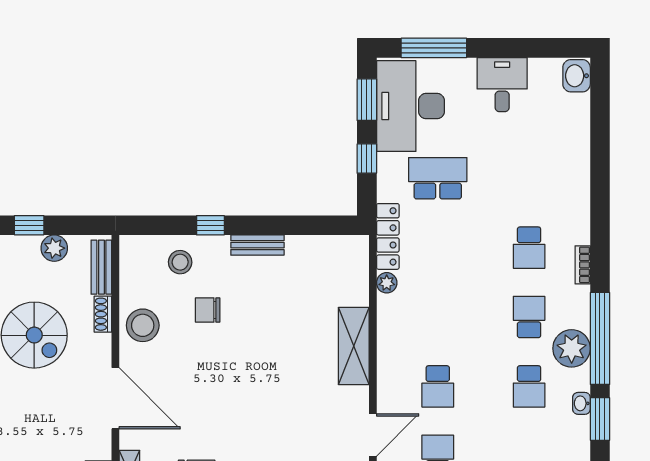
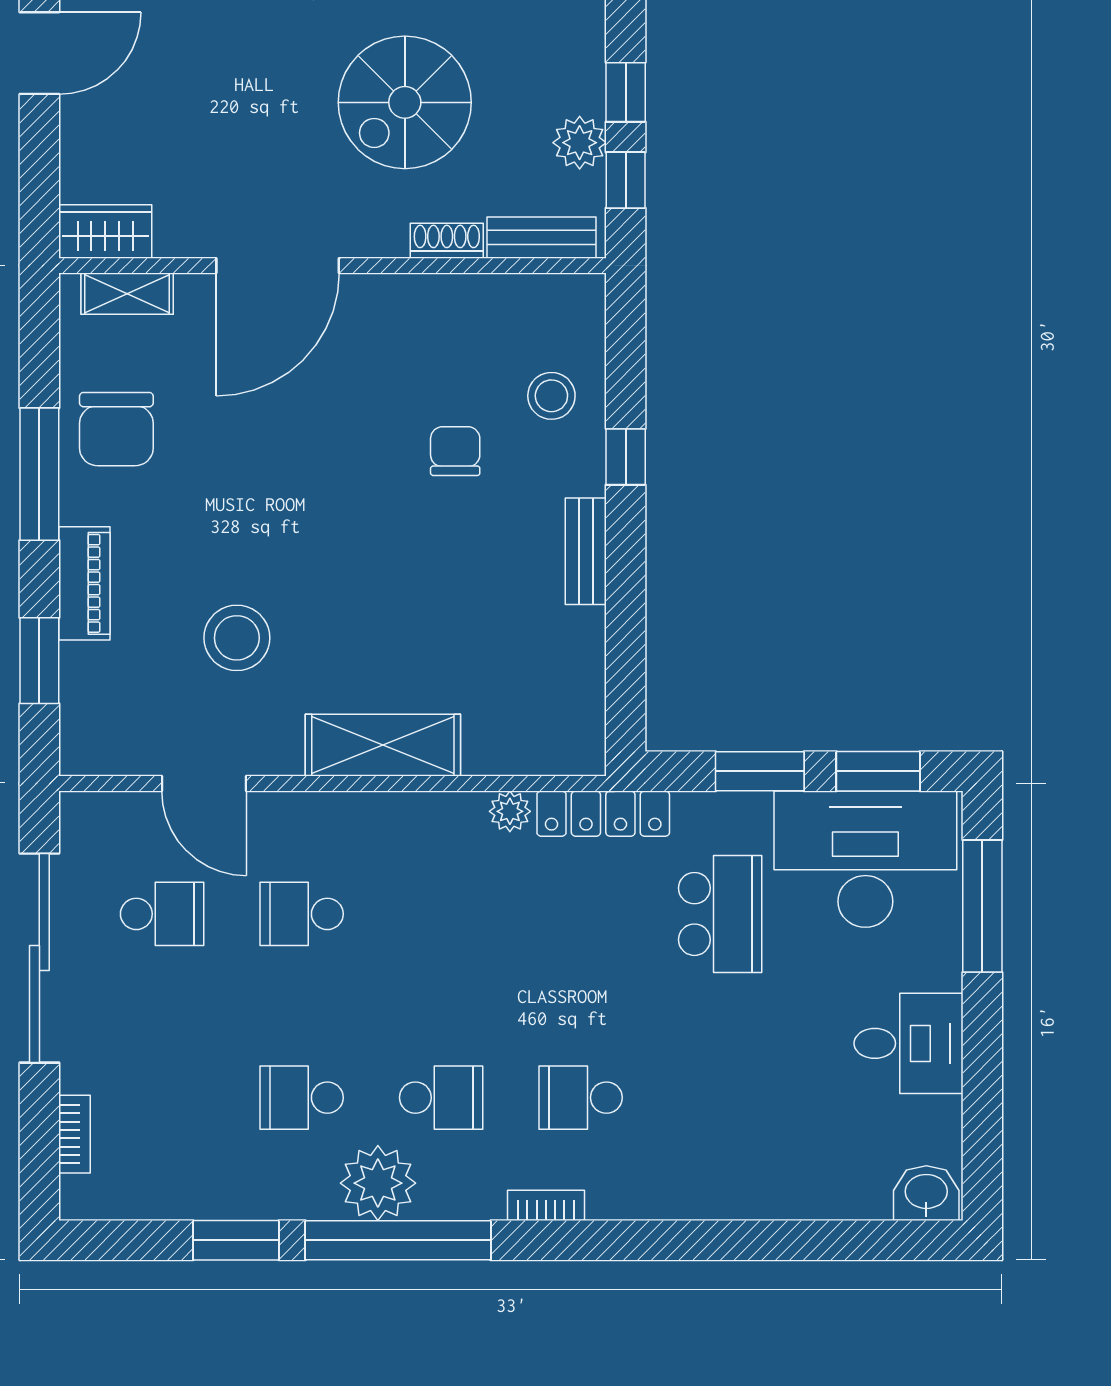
window: (367, 159) -> (760, 771), width x1.50
window: (73, 225) -> (626, 180), added
stool: (143, 325) -> (237, 638), moved
washbasin: (581, 403) -> (267, 1203), removed

